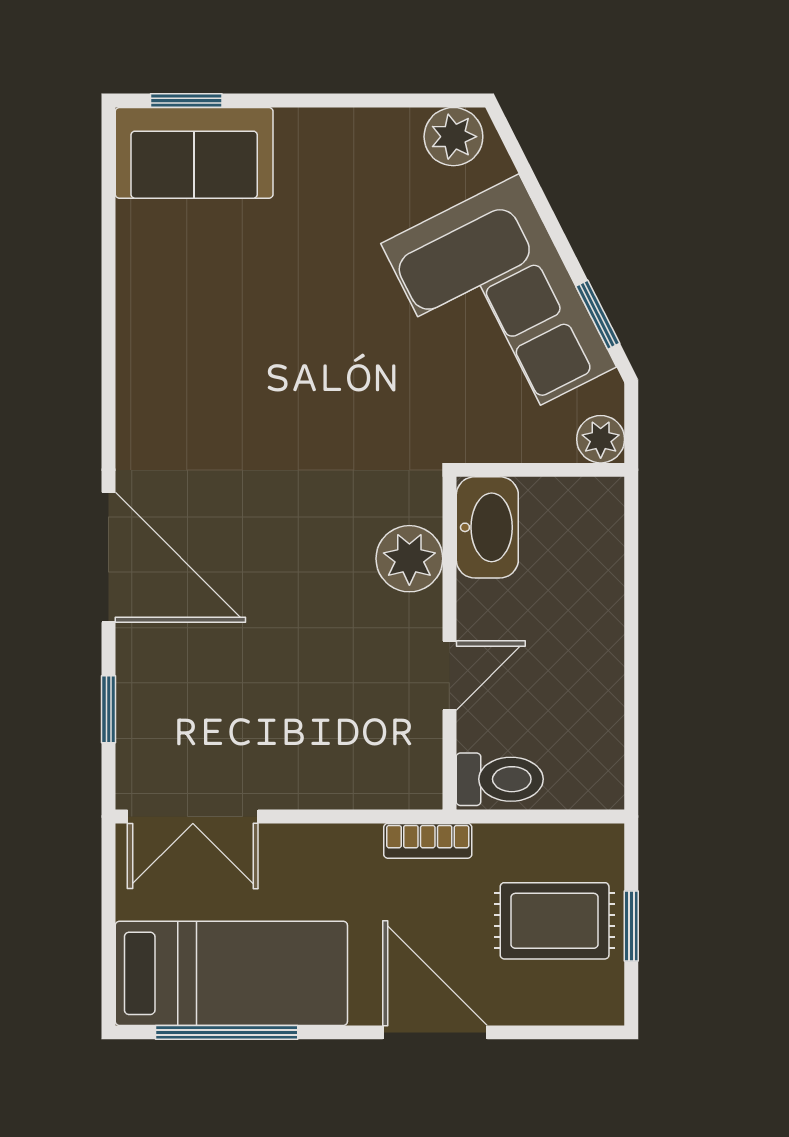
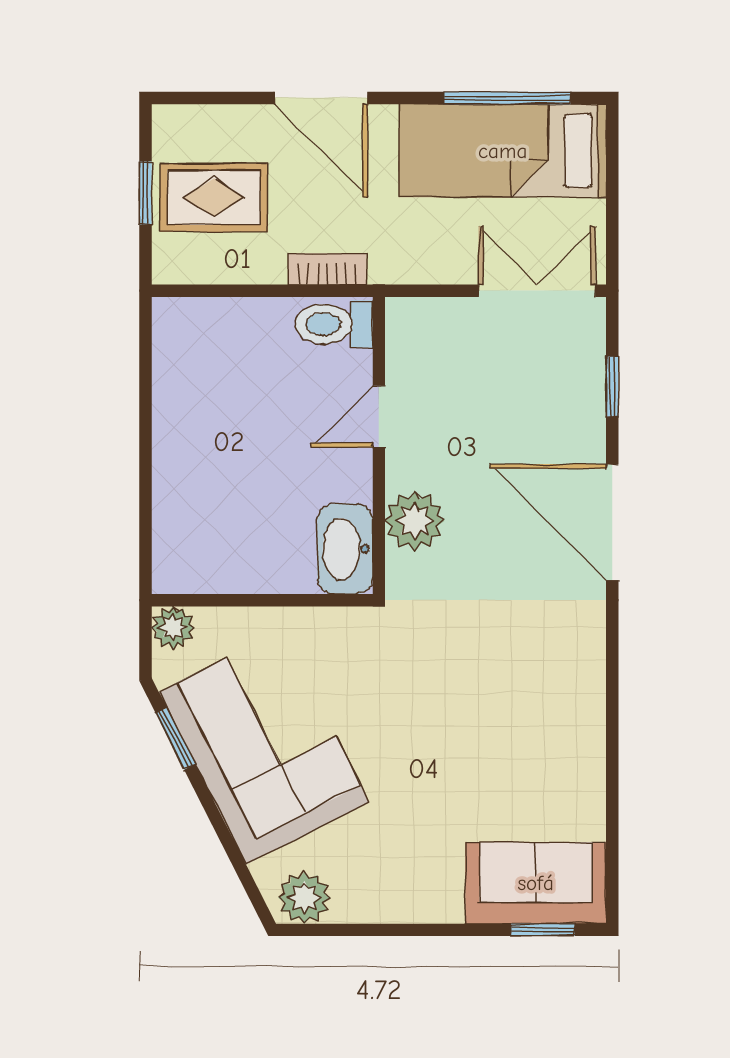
washbasin: (487, 527) -> (345, 549), moved
plant: (409, 559) -> (415, 521), moved
wall: (449, 643) -> (379, 445), moved
door: (449, 676) -> (379, 417), moved
toilet: (500, 779) -> (334, 324), moved

